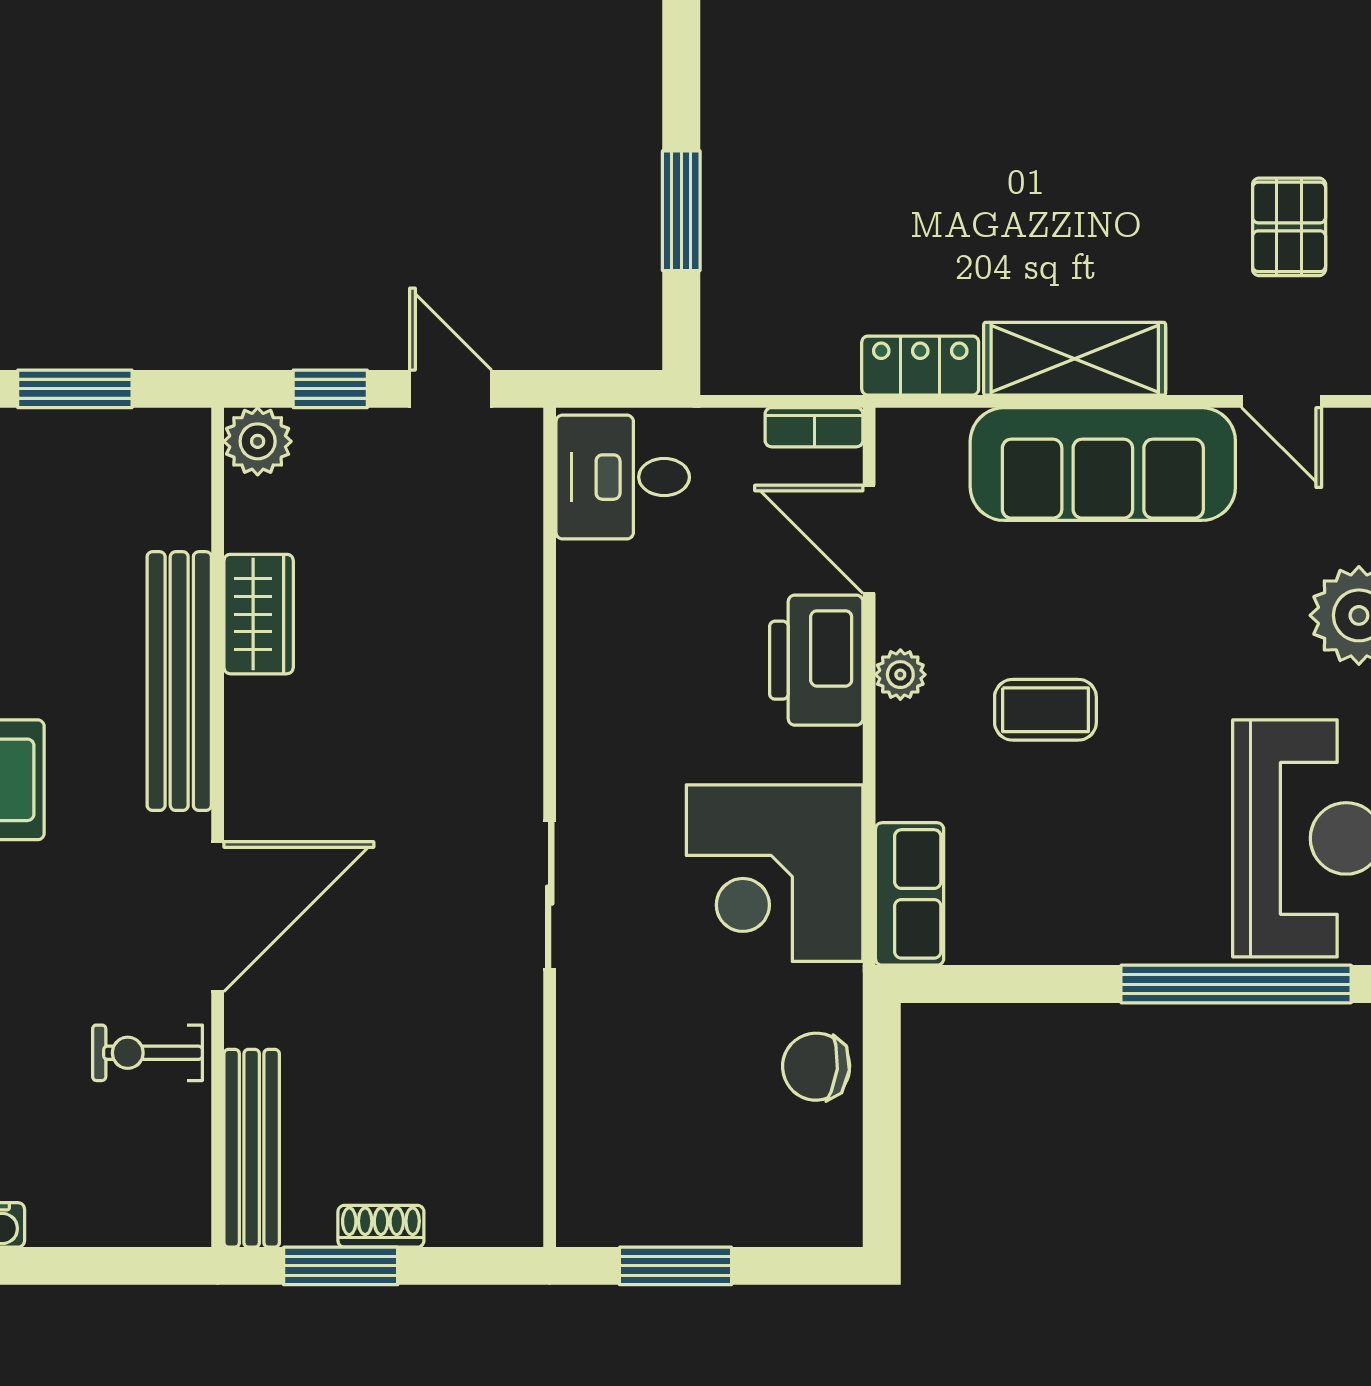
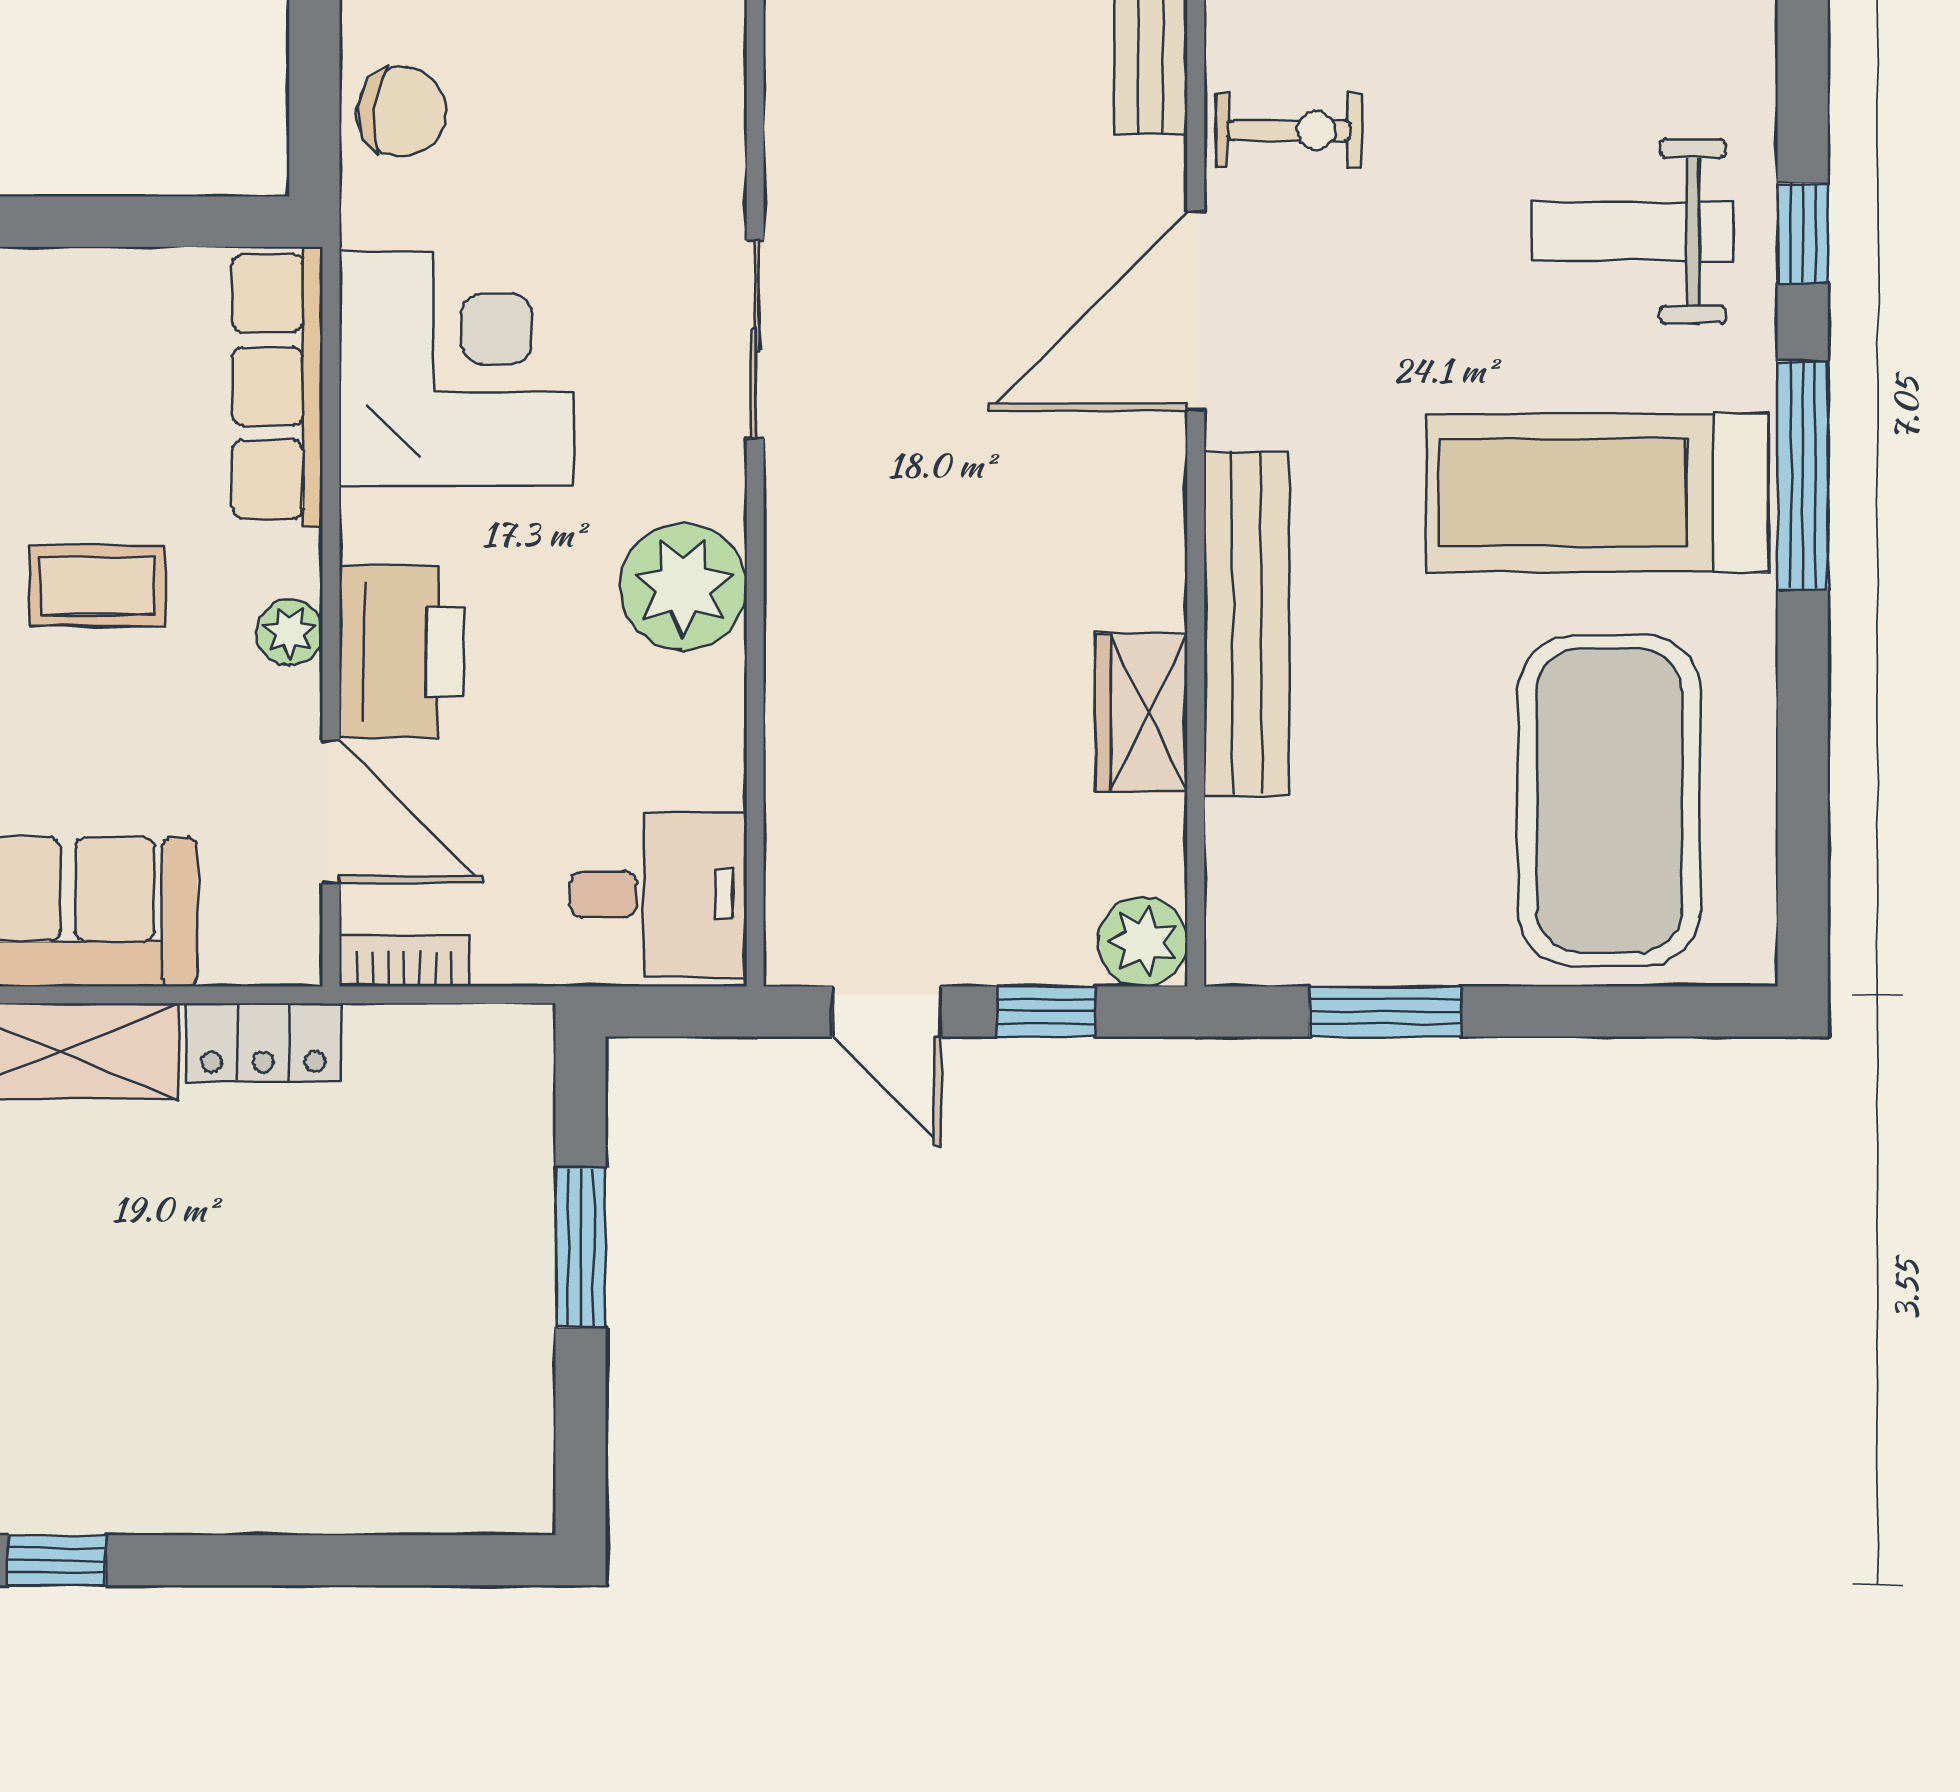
plant: (604, 709) -> (683, 586), added
row of seats: (910, 894) -> (277, 386), width x1.48

